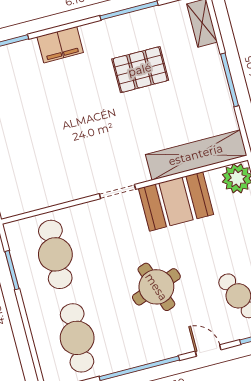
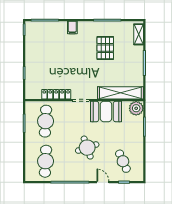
filing cabinet: (60, 45) -> (72, 27), width x0.50
pallet: (140, 70) -> (105, 48), turned 90
locker: (63, 193) -> (56, 94), added

